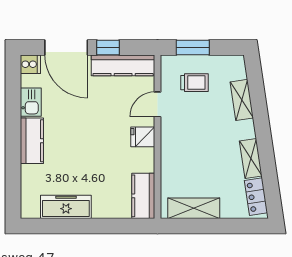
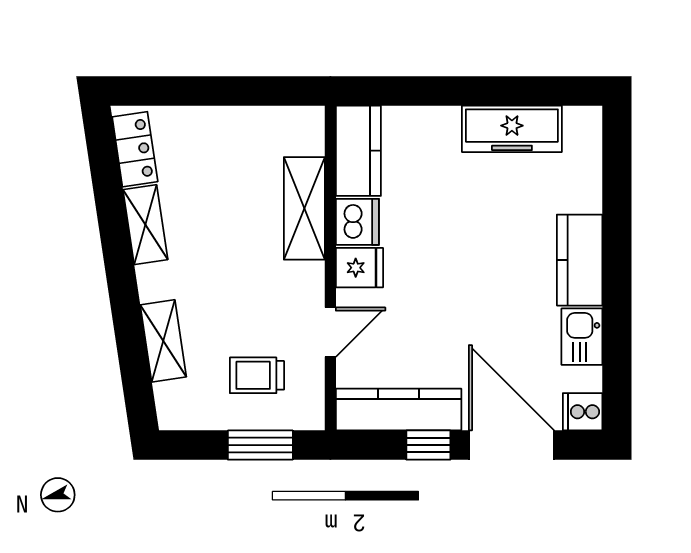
dishwasher: (144, 160) -> (357, 222), added
shelving: (194, 208) -> (304, 208), moved, turned 90

